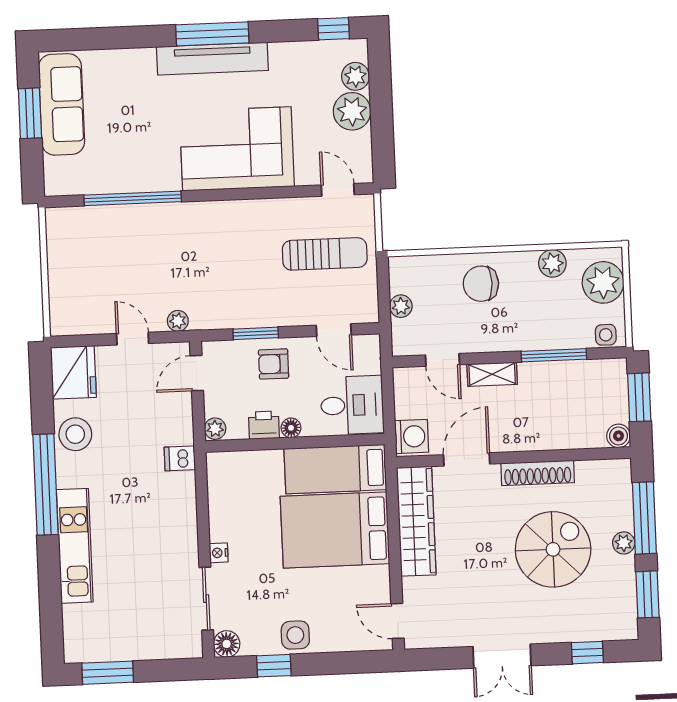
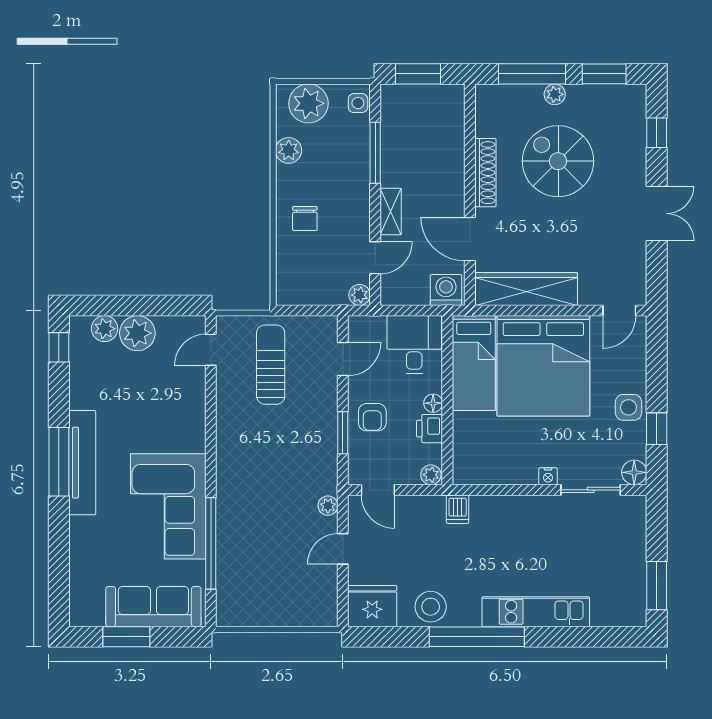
sofa: (62, 104) -> (153, 607), moved
corner sofa: (237, 149) -> (168, 506), moved
chair: (481, 284) -> (305, 219), width x0.73, depth x0.73
plant: (401, 306) -> (360, 295), moved
boiler: (619, 436) -> (454, 95), removed
bed: (335, 530) -> (543, 366), width x1.36

